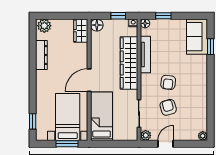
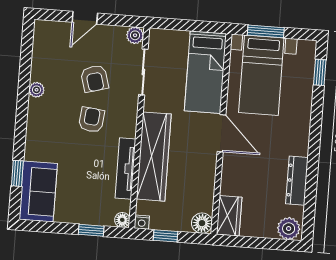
door: (89, 80) -> (221, 133), hinge flipped
plant: (203, 136) -> (37, 90), moved
door: (166, 144) -> (85, 18), moved

